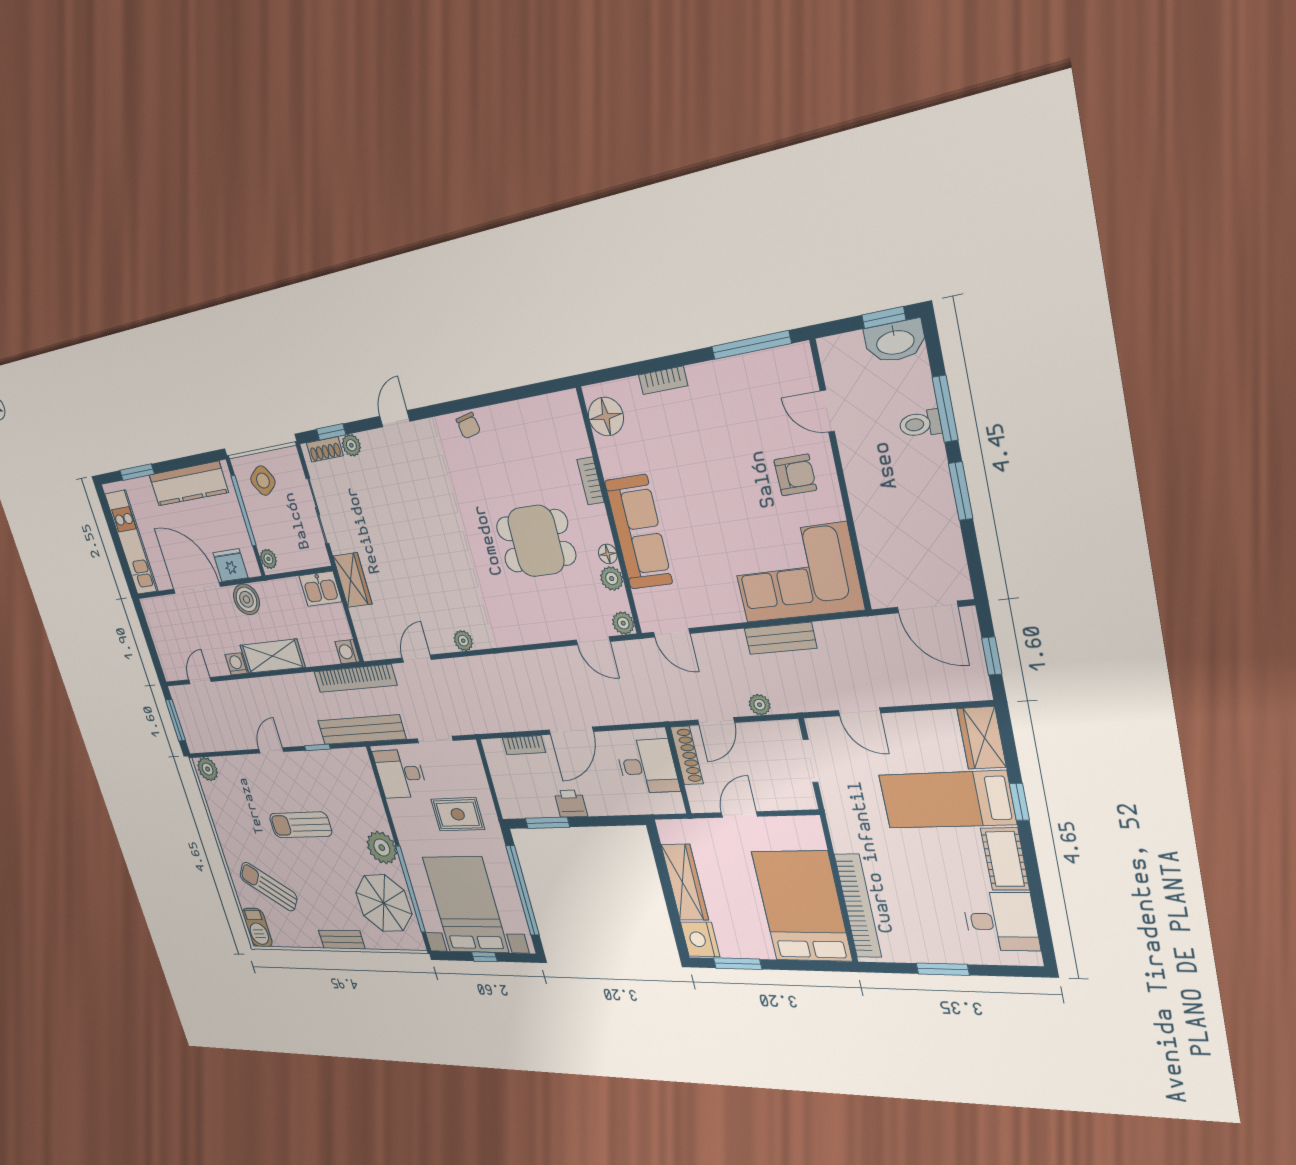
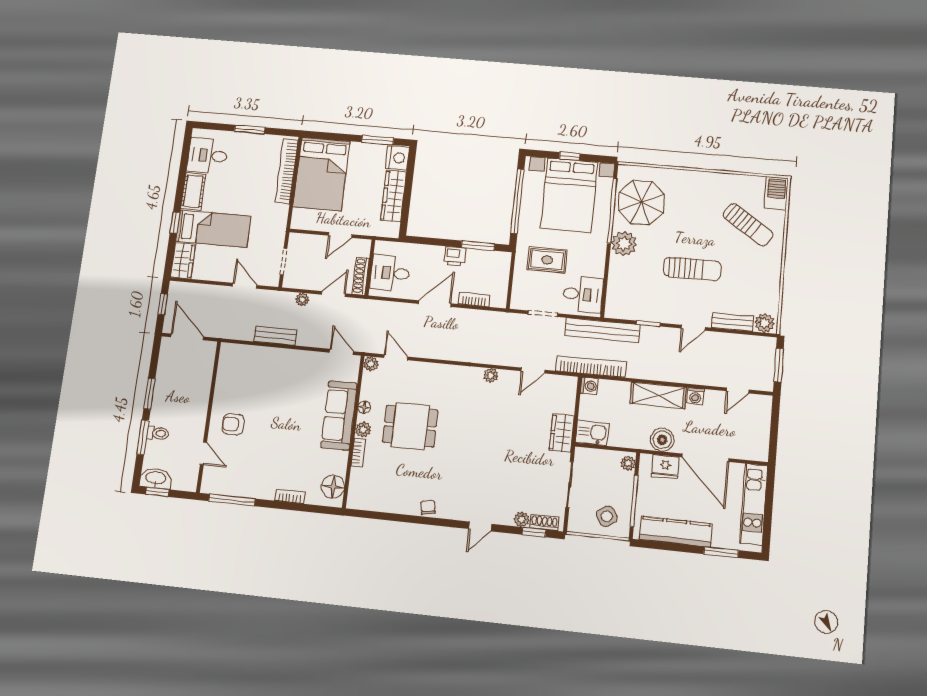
corner sofa: (796, 573) -> (253, 371), removed
plant: (612, 578) -> (363, 430), moved
bench: (342, 940) -> (732, 322), moved

